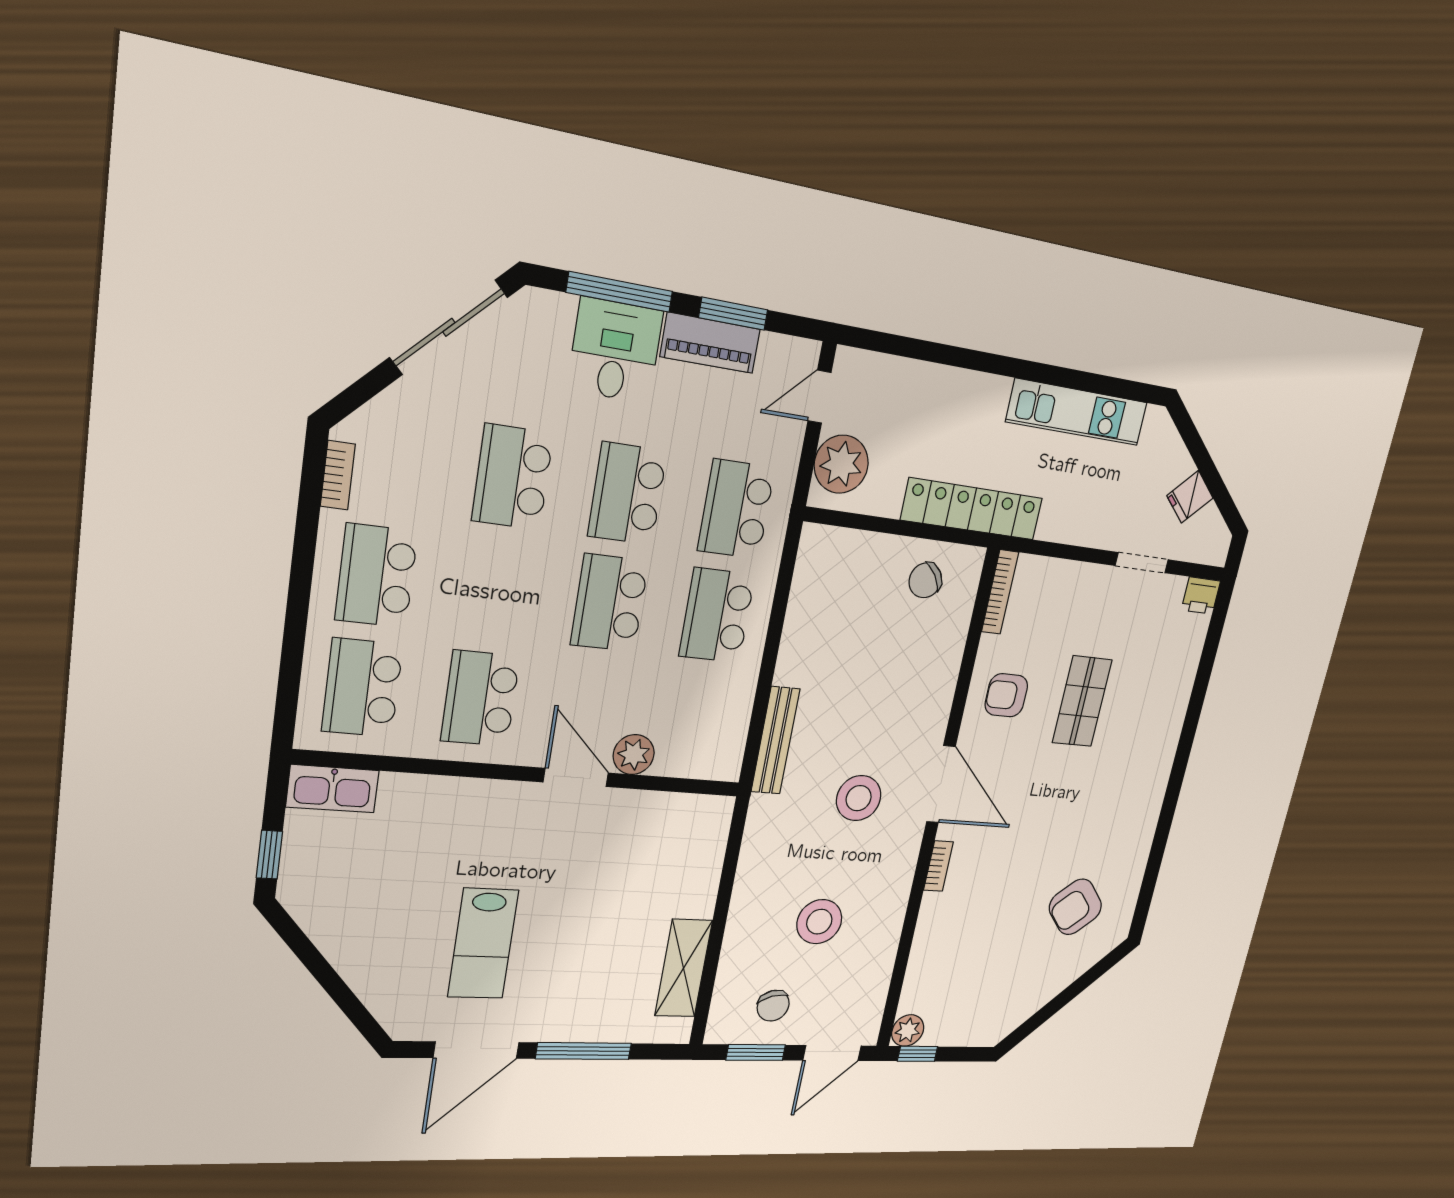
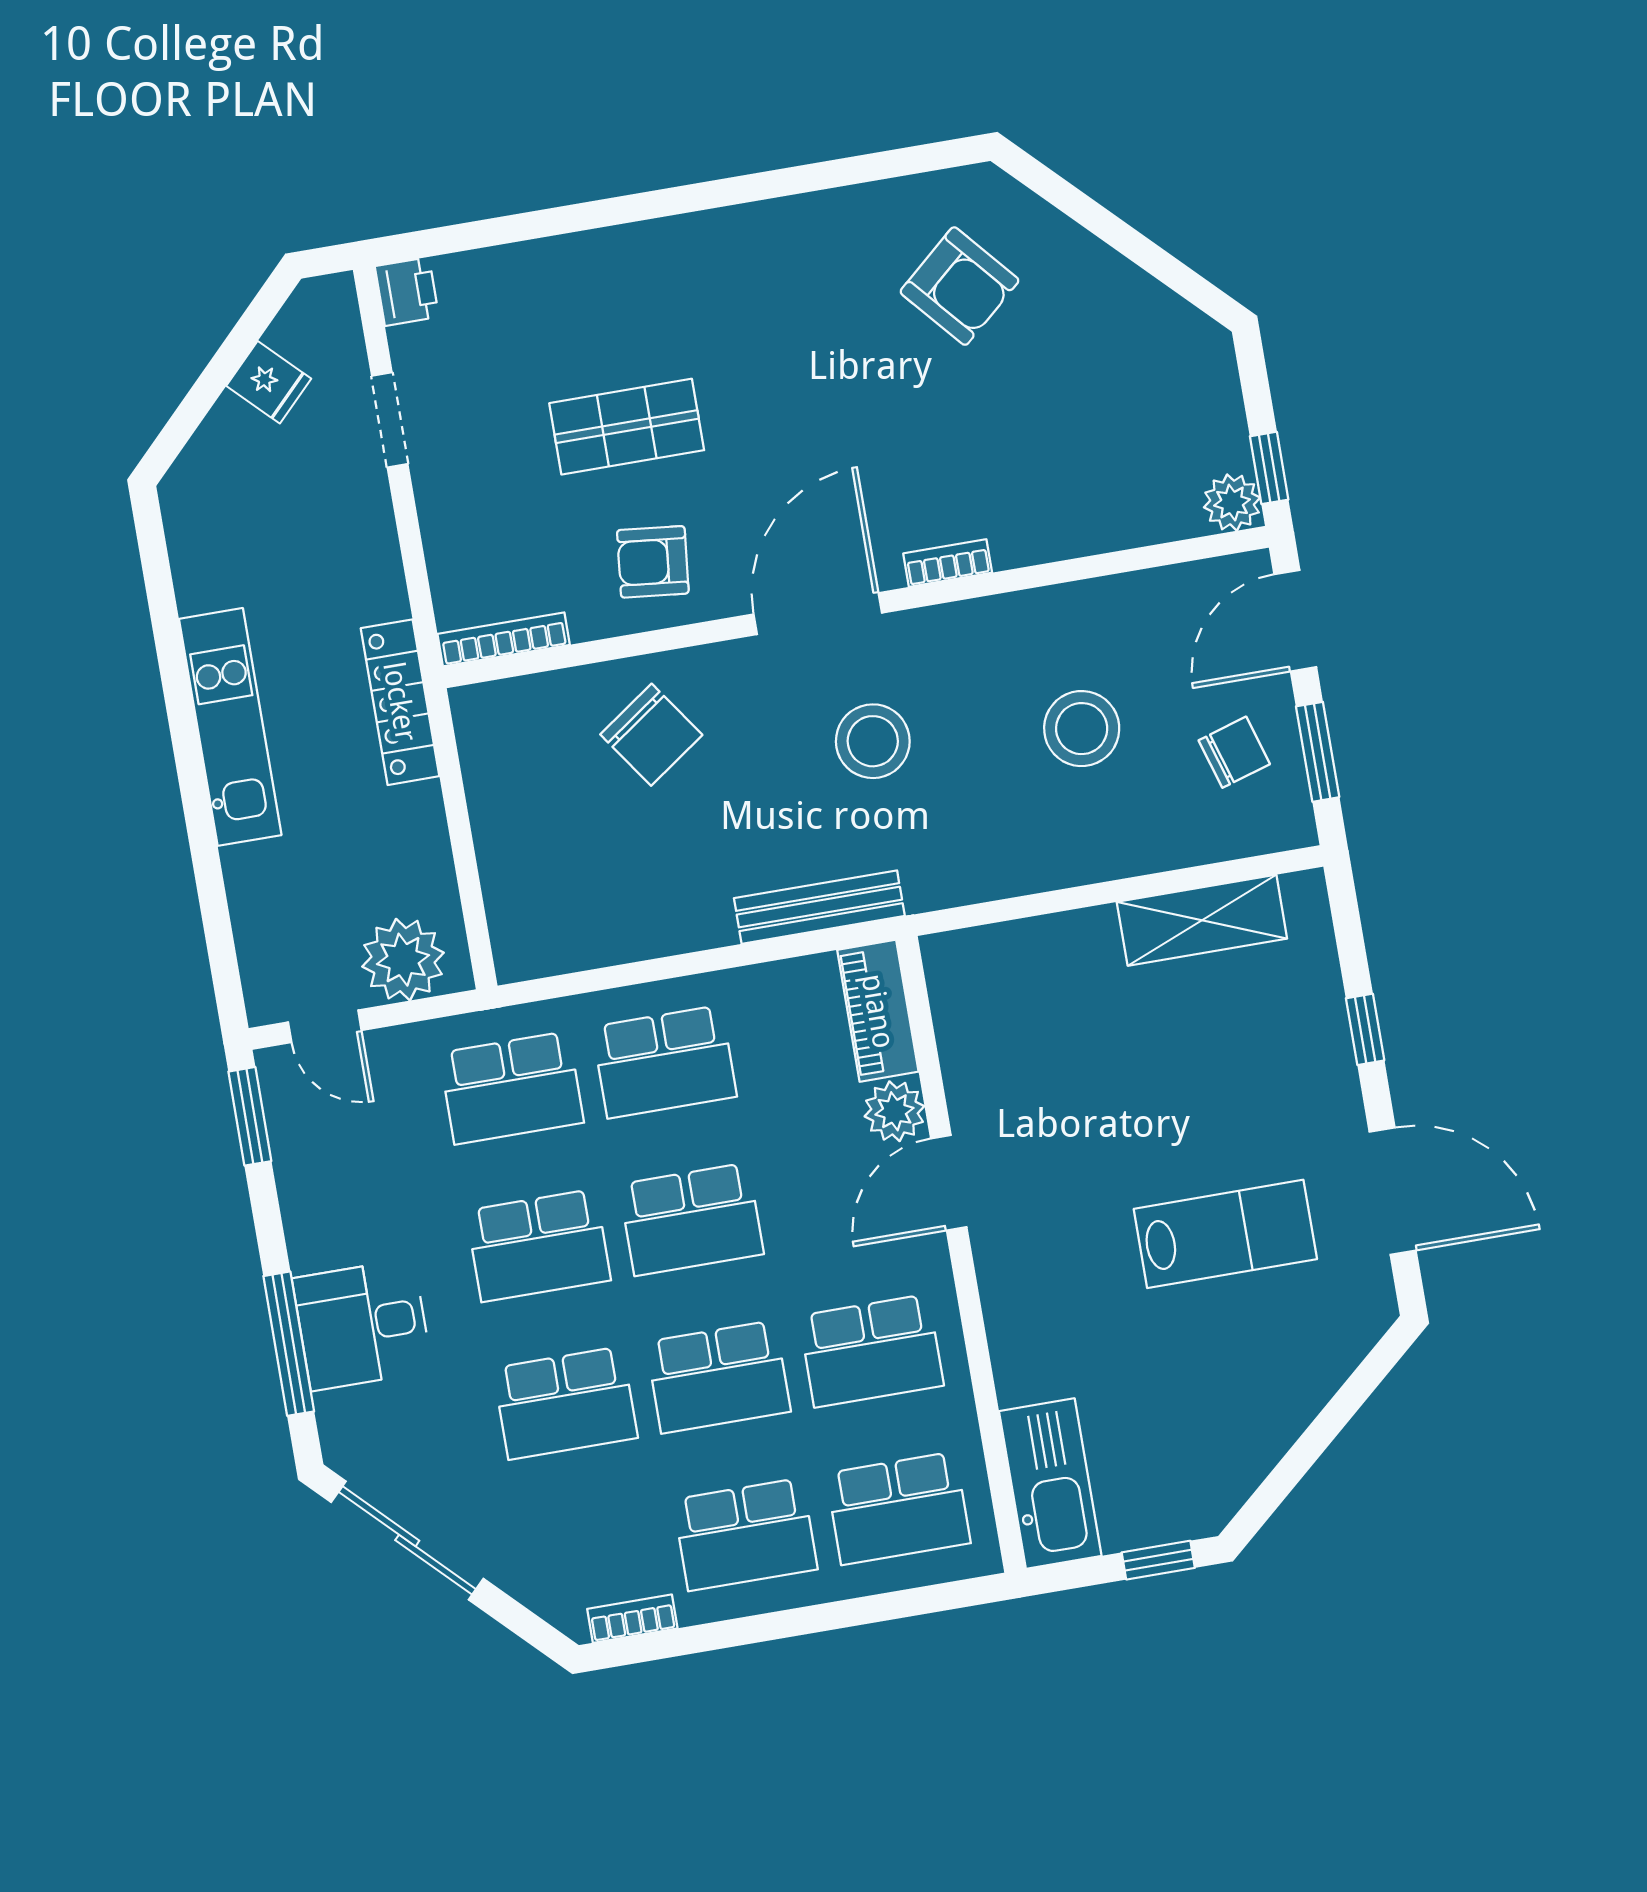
window: (733, 314) -> (250, 1116), moved
piano: (710, 343) -> (878, 1011), moved, turned 180
kitchen unit: (1077, 412) -> (230, 727), moved
locker: (972, 509) -> (400, 702), width x0.71, depth x0.83
chair: (925, 580) -> (651, 735), moved, width x1.37, depth x1.37
school desk: (496, 590) -> (718, 1377), added
armchair: (1006, 695) -> (653, 562), turned 96
kitchen sink: (333, 789) -> (1050, 1484), width x1.36, depth x1.24
window: (584, 1051) -> (1365, 1029), width x0.46
door: (832, 1053) -> (1295, 621), swing flipped

